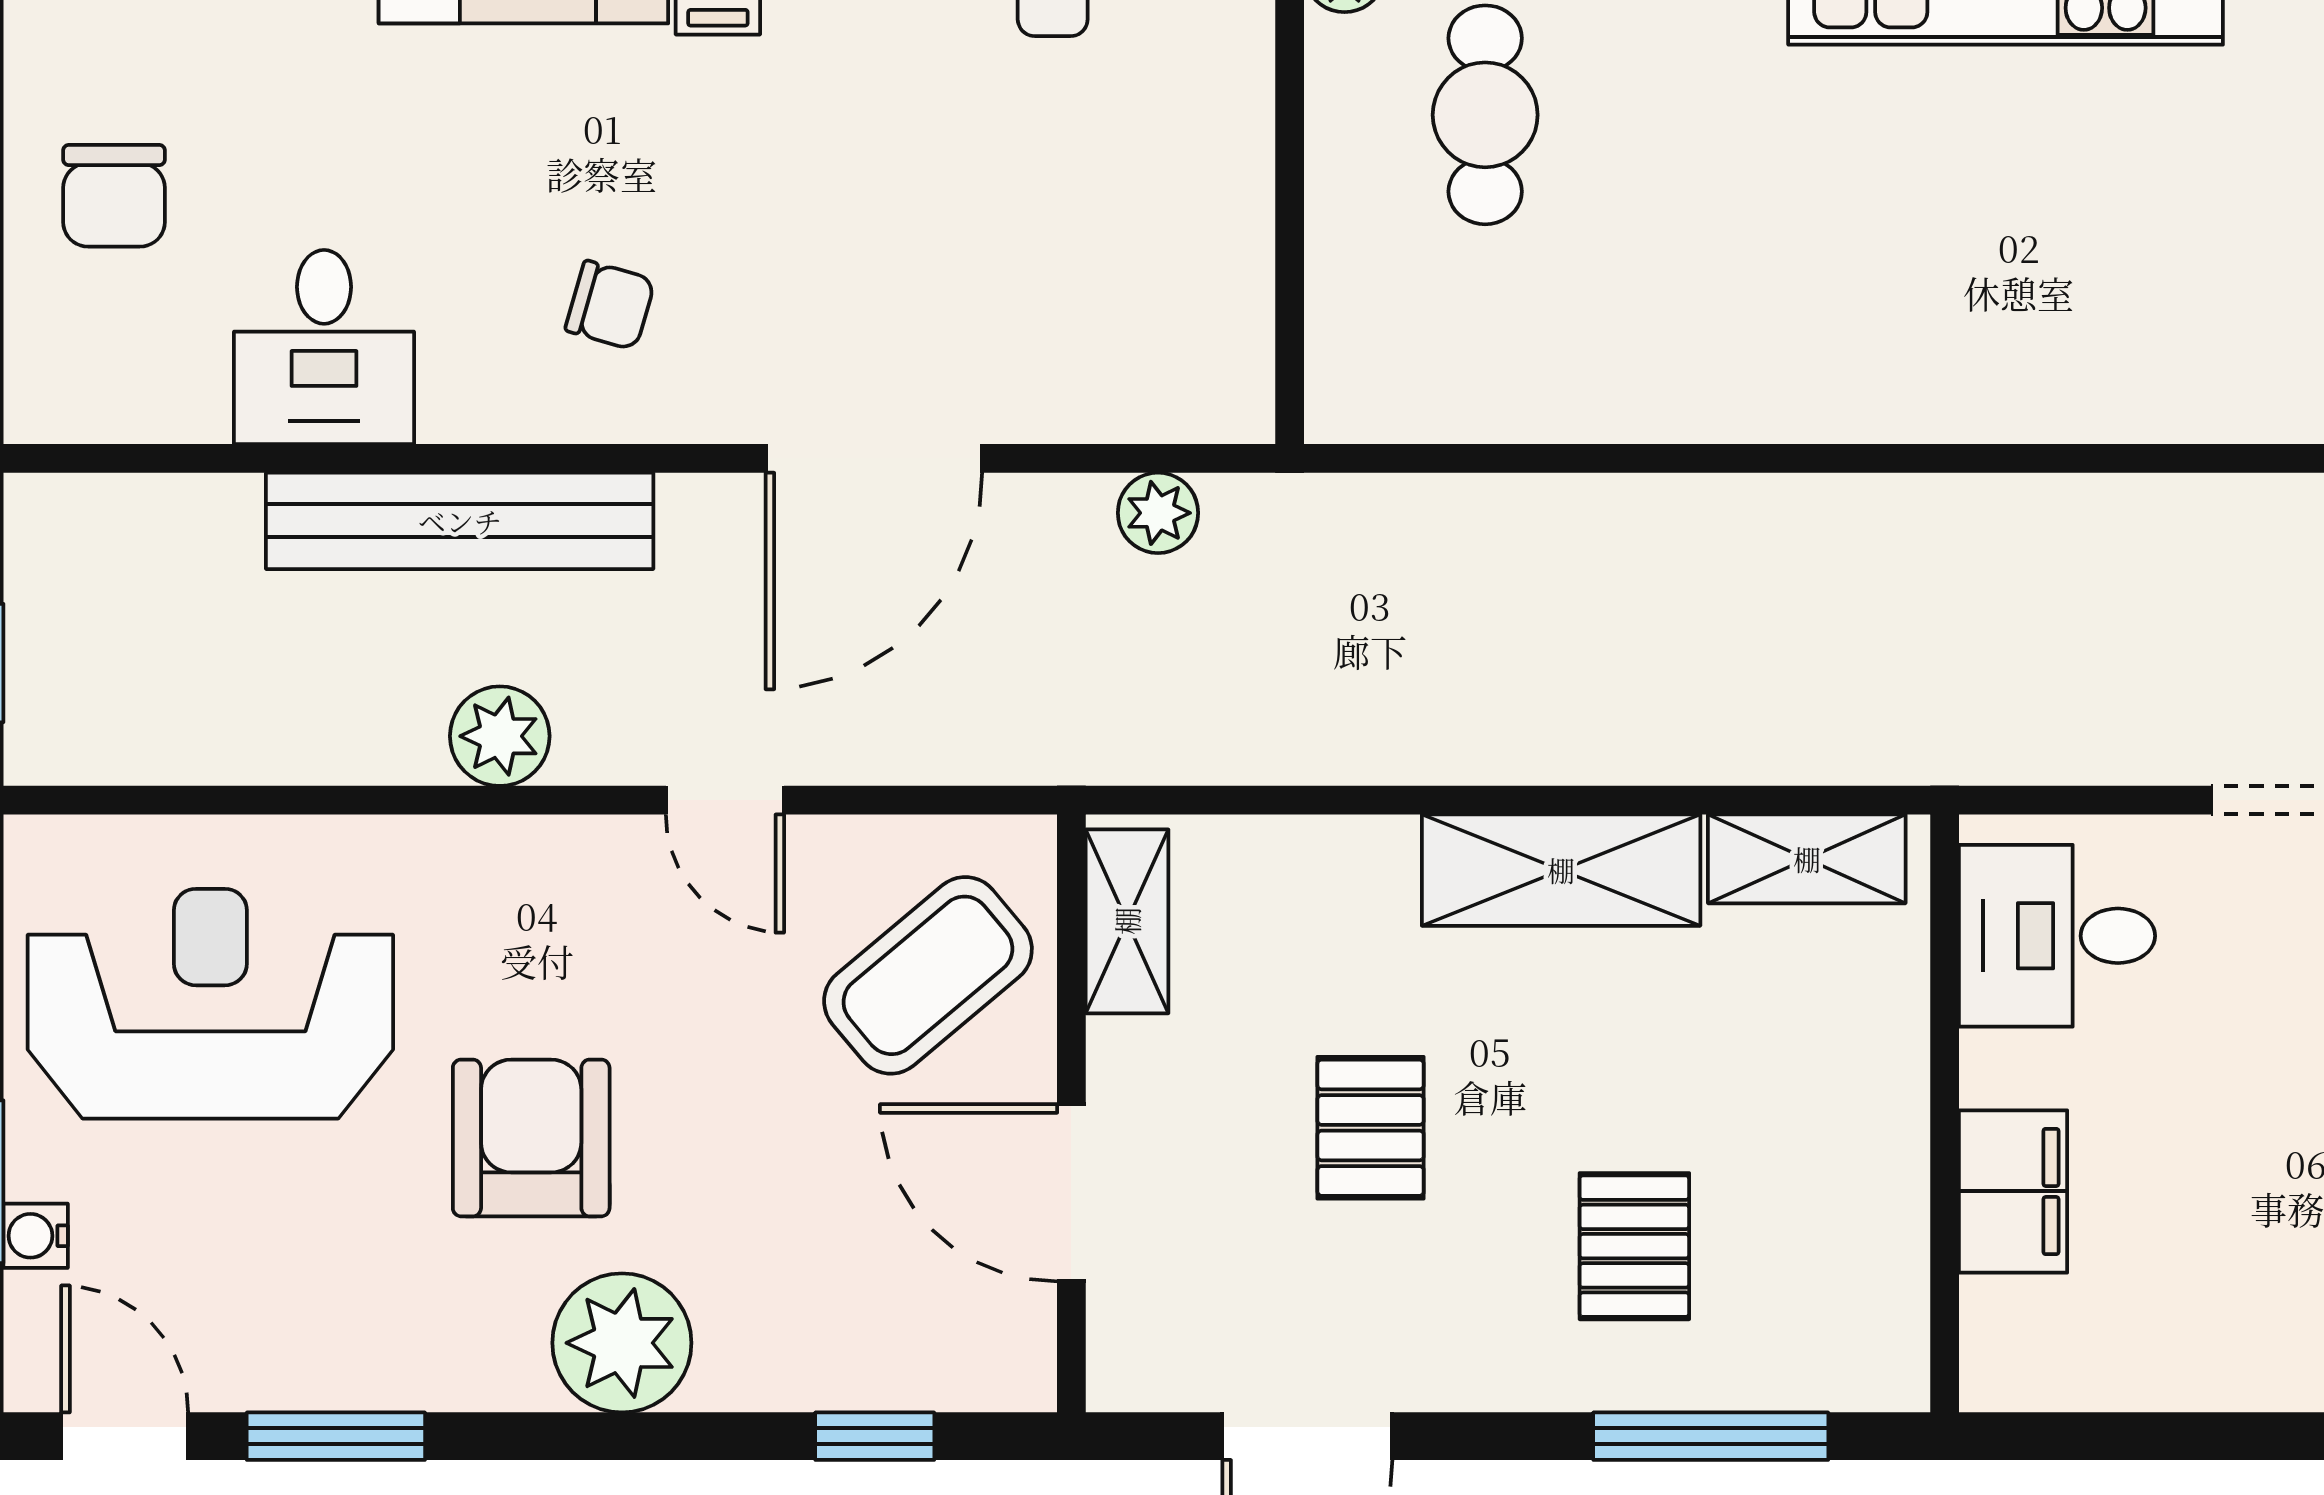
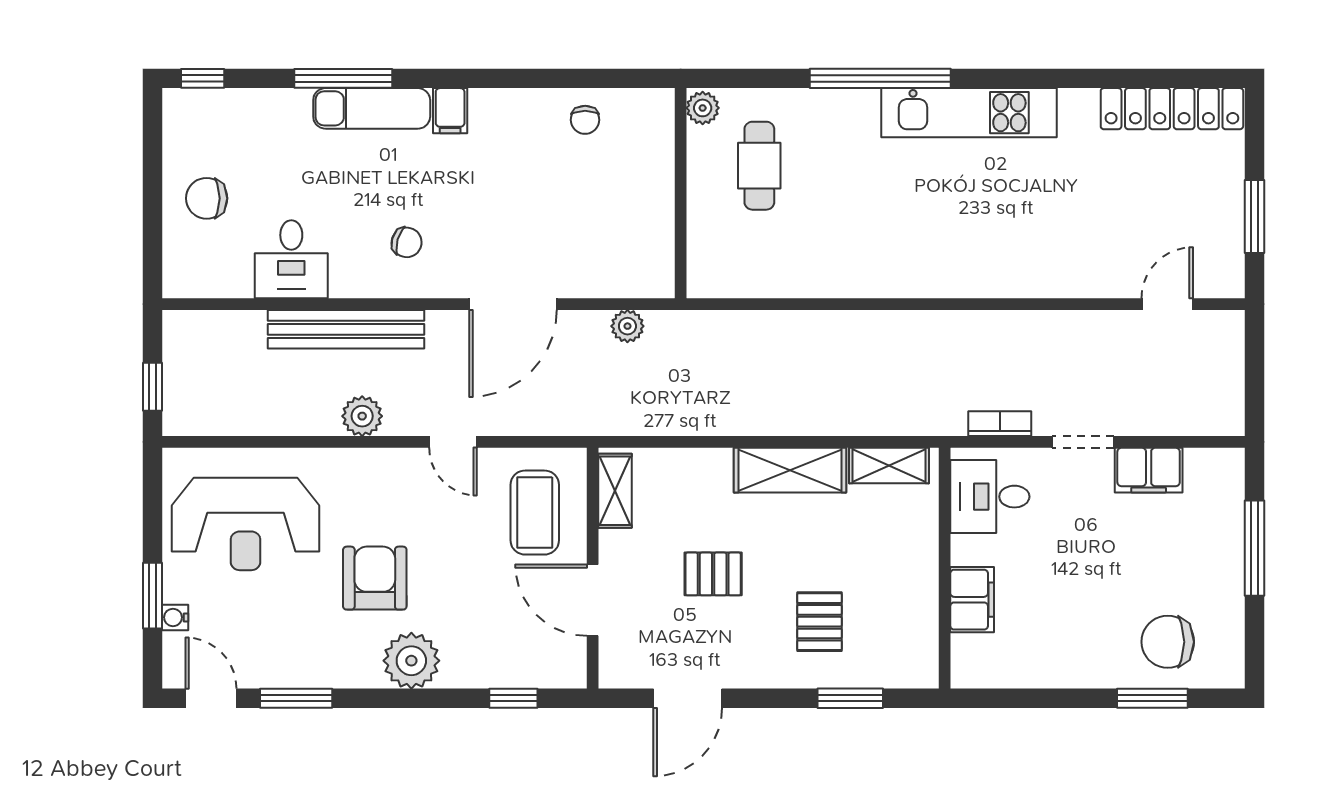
chair: (114, 196) -> (207, 198), turned 90
bookcase: (2082, 755) -> (1000, 424), added
coffee table: (928, 975) -> (535, 513), turned -50
reception desk: (210, 1004) -> (245, 524), turned 180
pallet: (1371, 1128) -> (713, 574), turned 90
window: (1711, 1436) -> (850, 698), width x0.69

